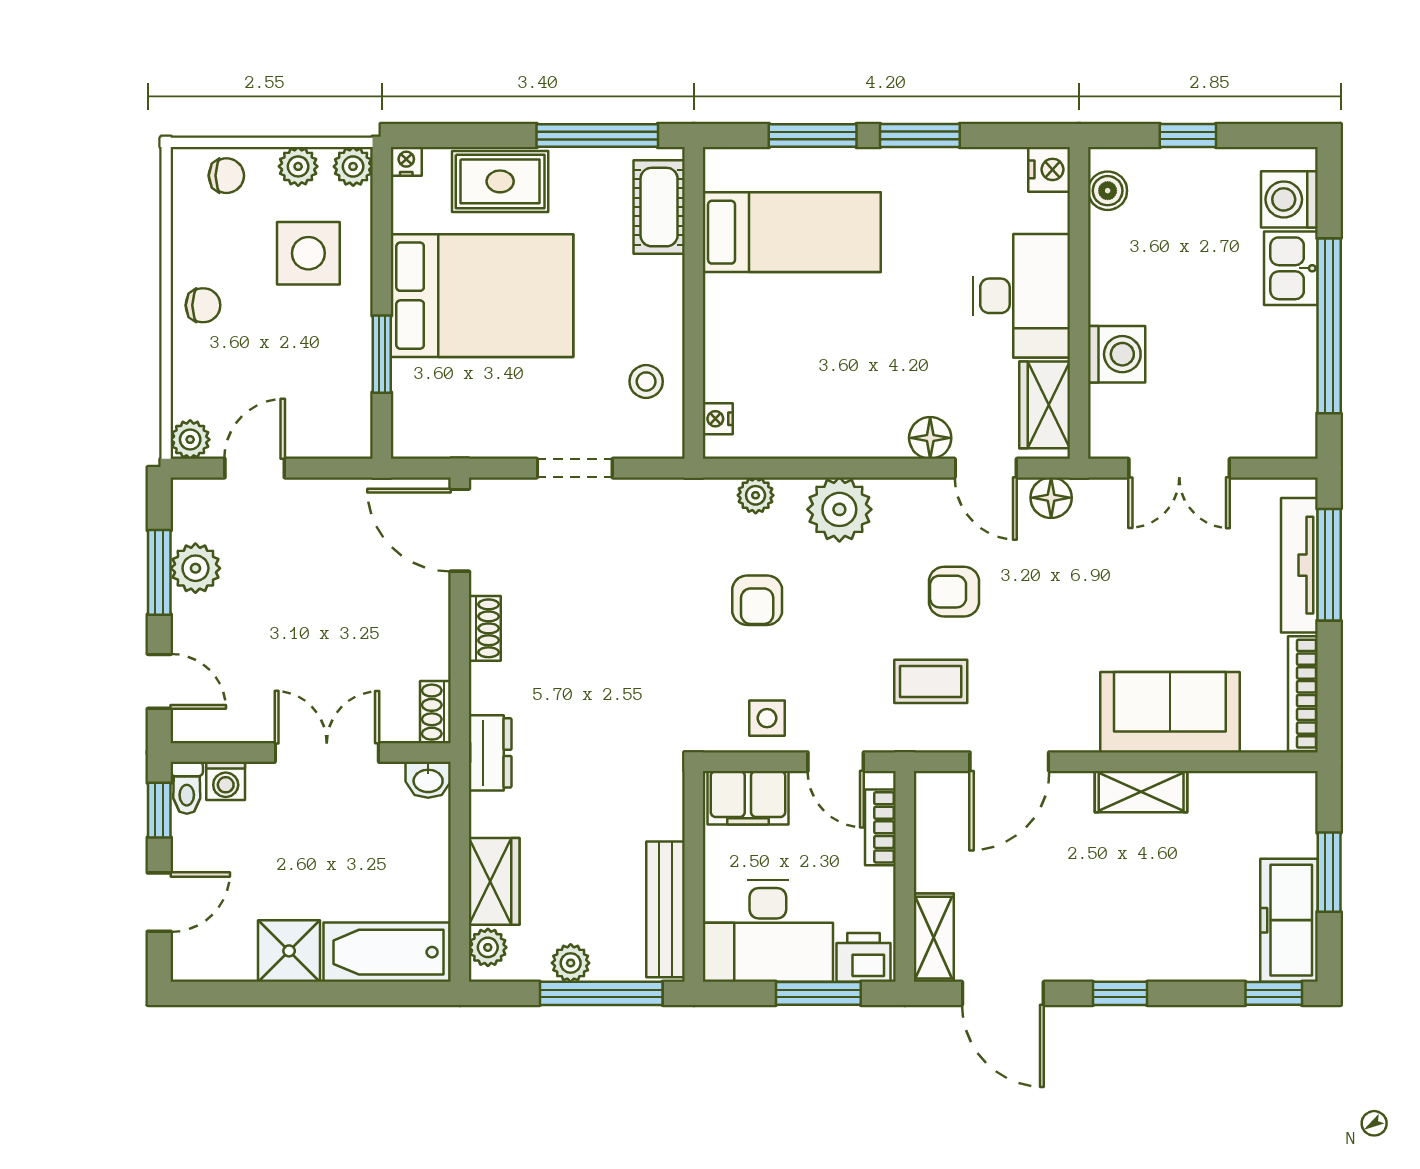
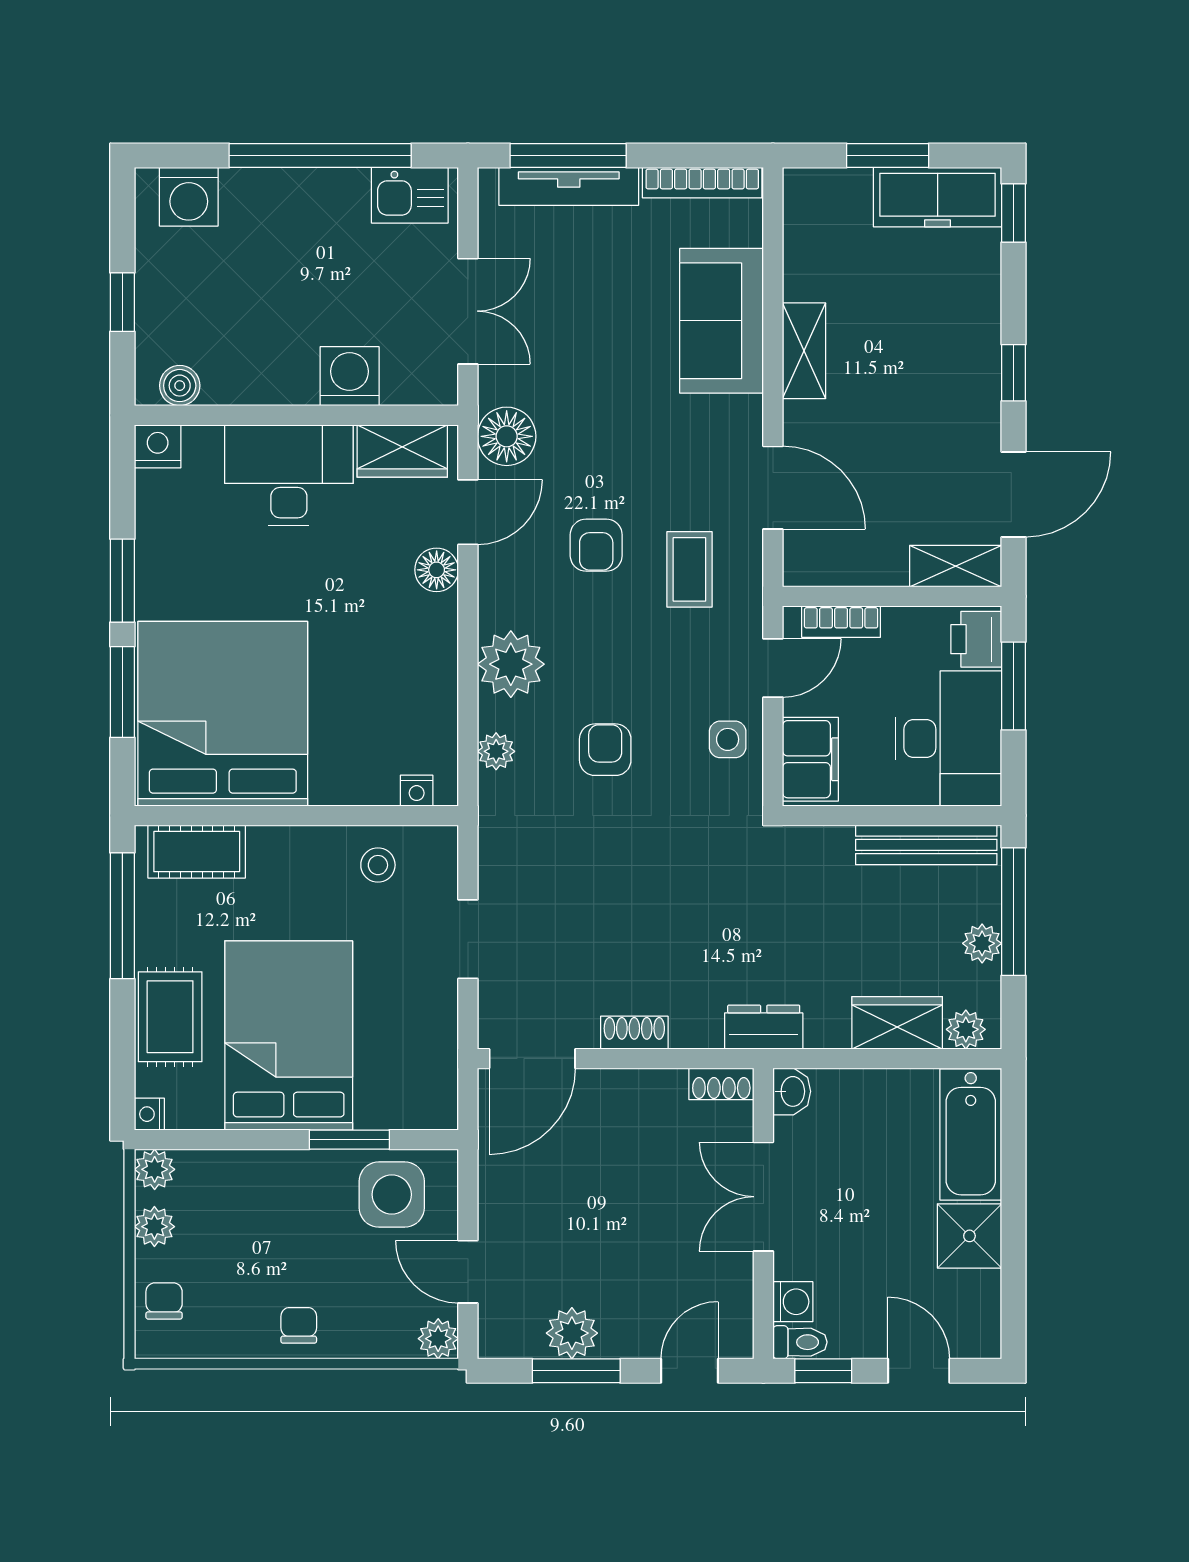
bed: (792, 232) -> (223, 714), width x2.04
side table: (308, 253) -> (392, 1194), moved
kitchen sink: (1291, 268) -> (410, 195), moved
floor lamp: (1051, 498) -> (507, 436), width x1.38, depth x1.38
armchair: (757, 600) -> (605, 750), turned -90

